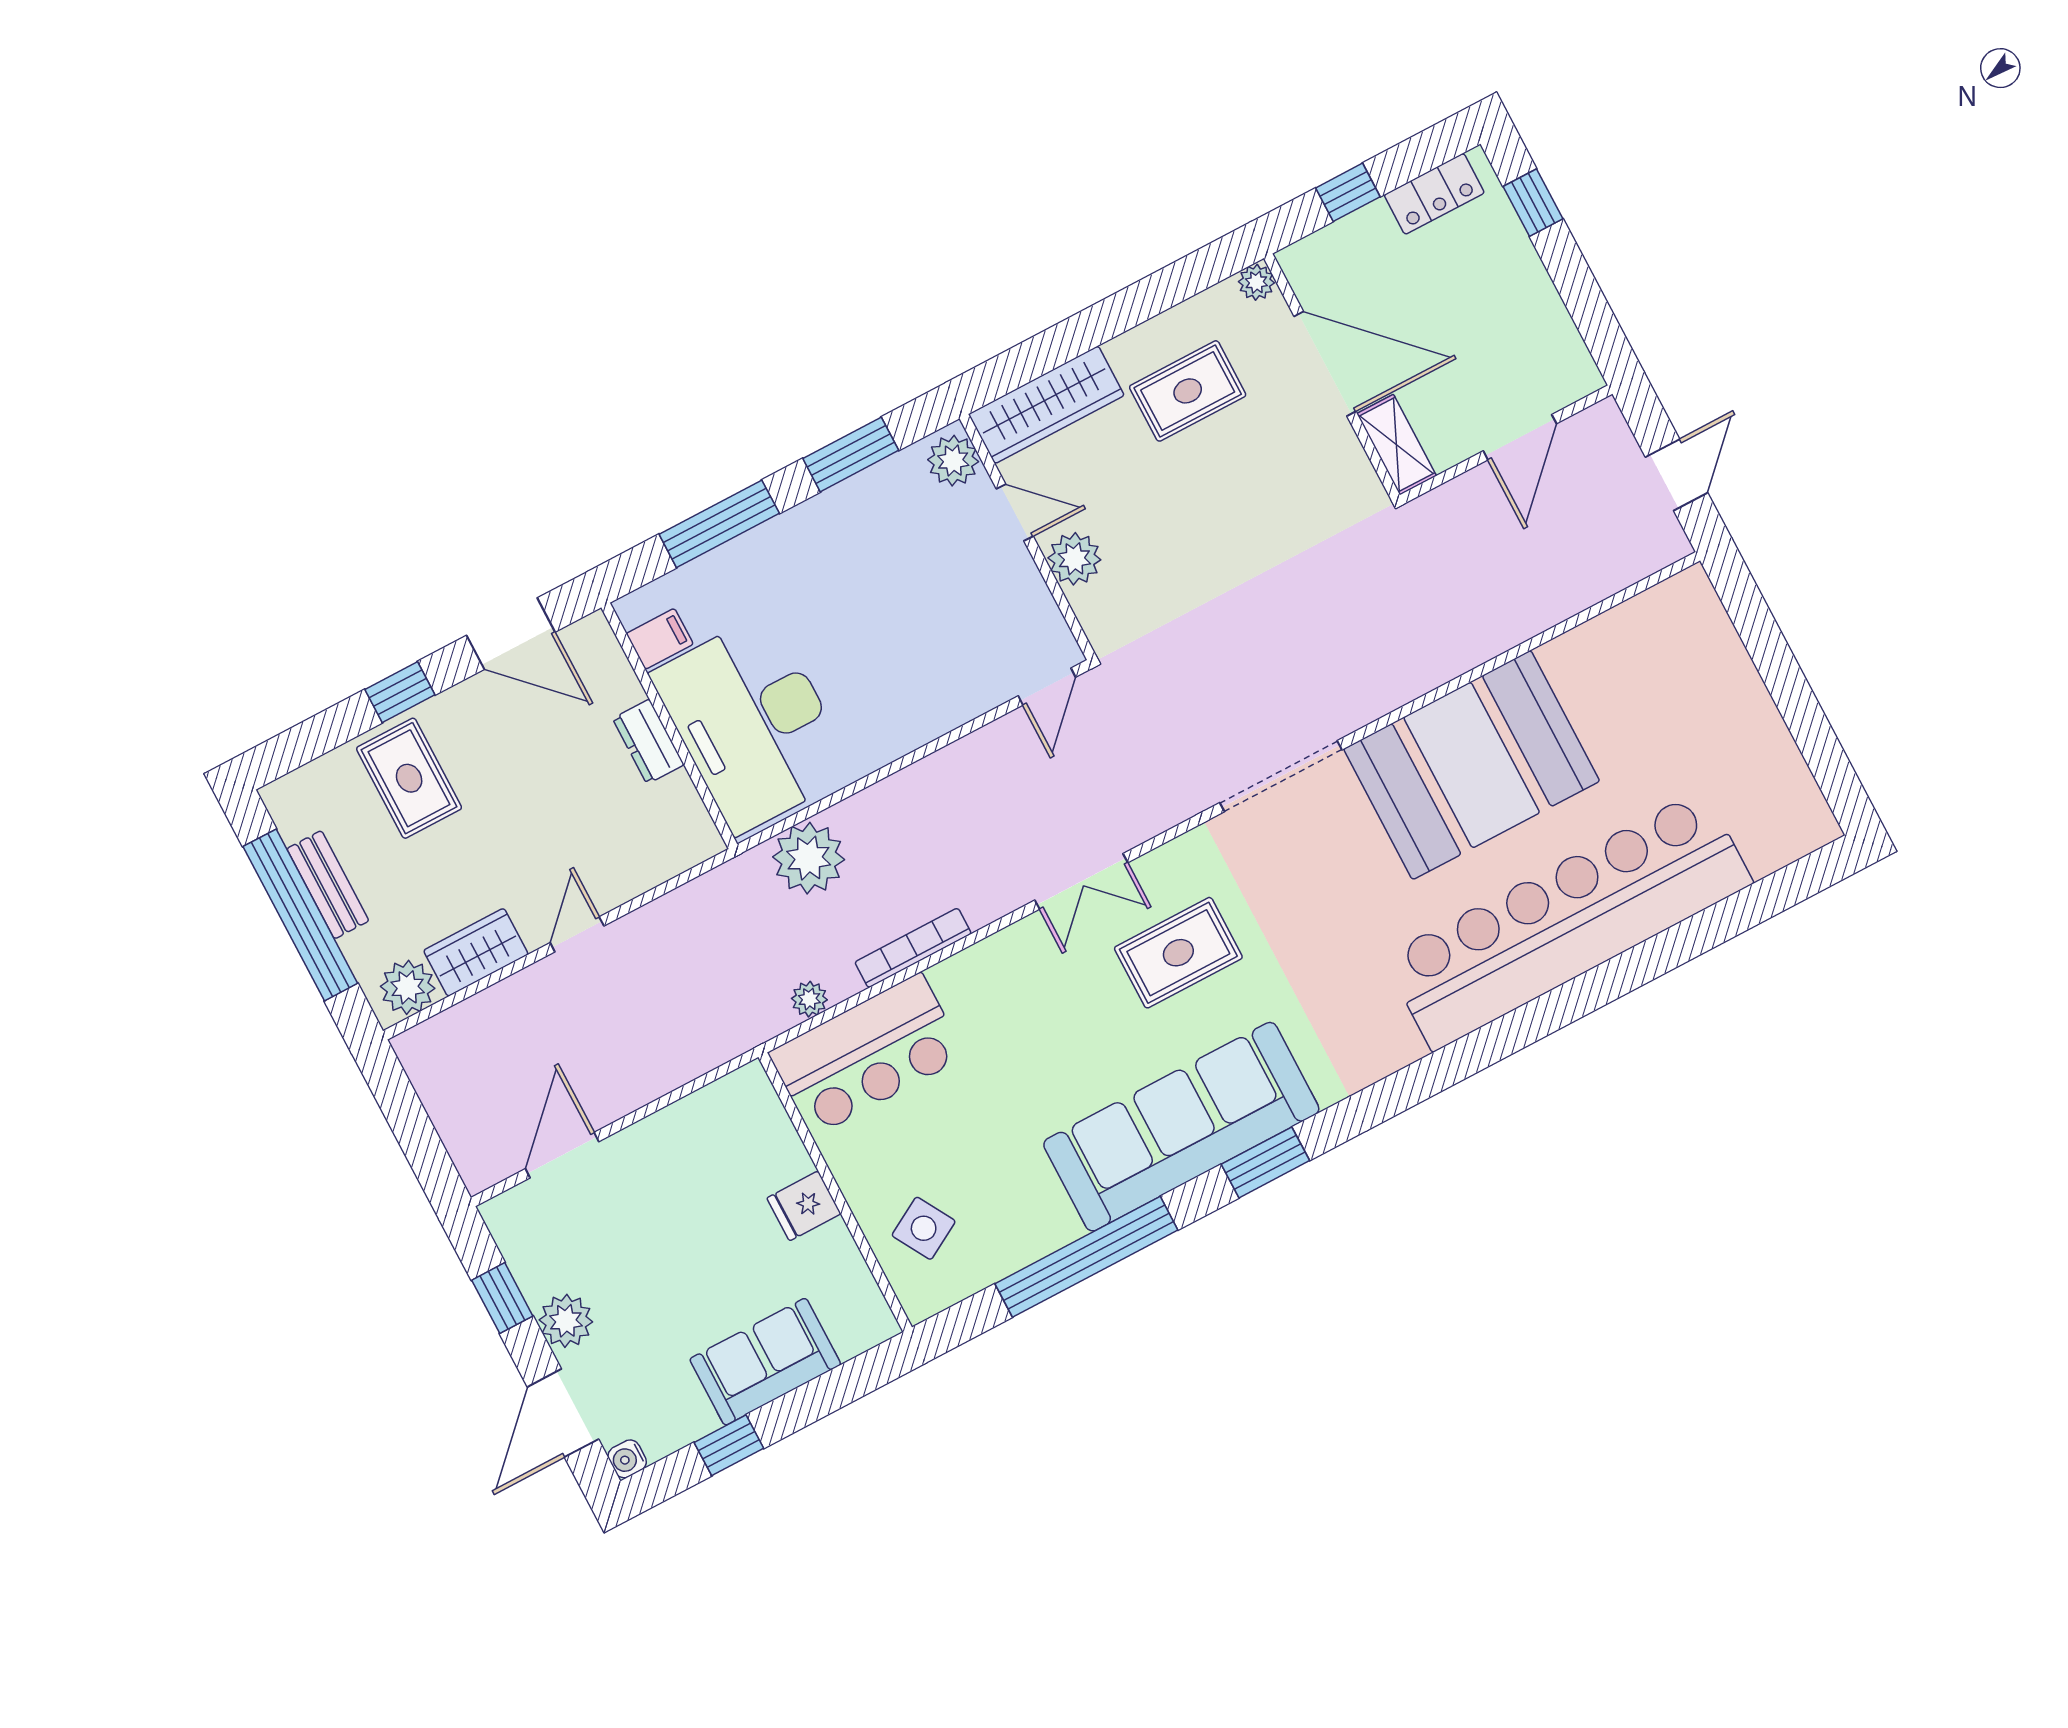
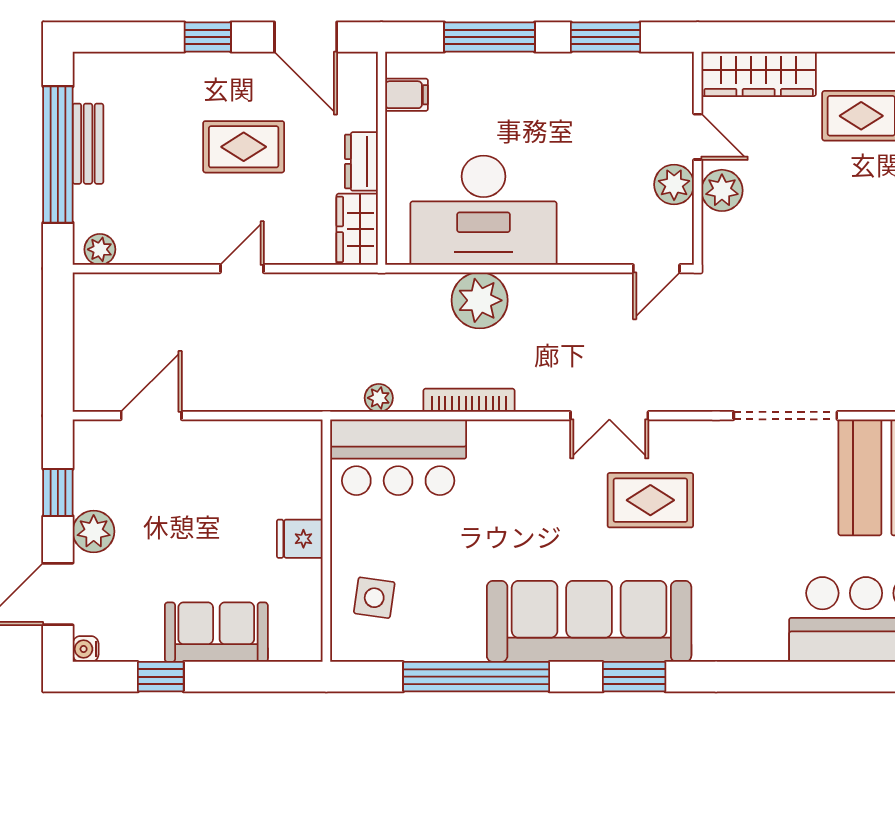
plant: (953, 461) -> (674, 185), moved
desk: (752, 723) -> (483, 210), moved, turned -90
rug: (409, 778) -> (244, 147), moved, turned 90
plant: (809, 858) -> (480, 300), moved
wardrobe: (476, 952) -> (357, 229), moved, turned -90
plant: (408, 987) -> (100, 249), width x0.73, depth x0.73
side table: (924, 1228) -> (374, 598), turned 38

